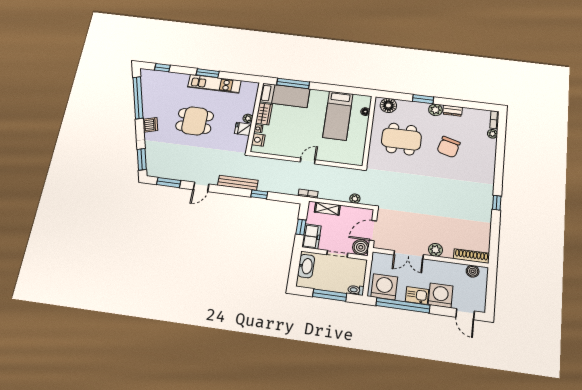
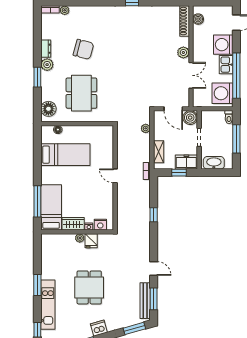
kitchen unit: (214, 84) -> (48, 305), moved
bench: (238, 183) -> (145, 301), moved

